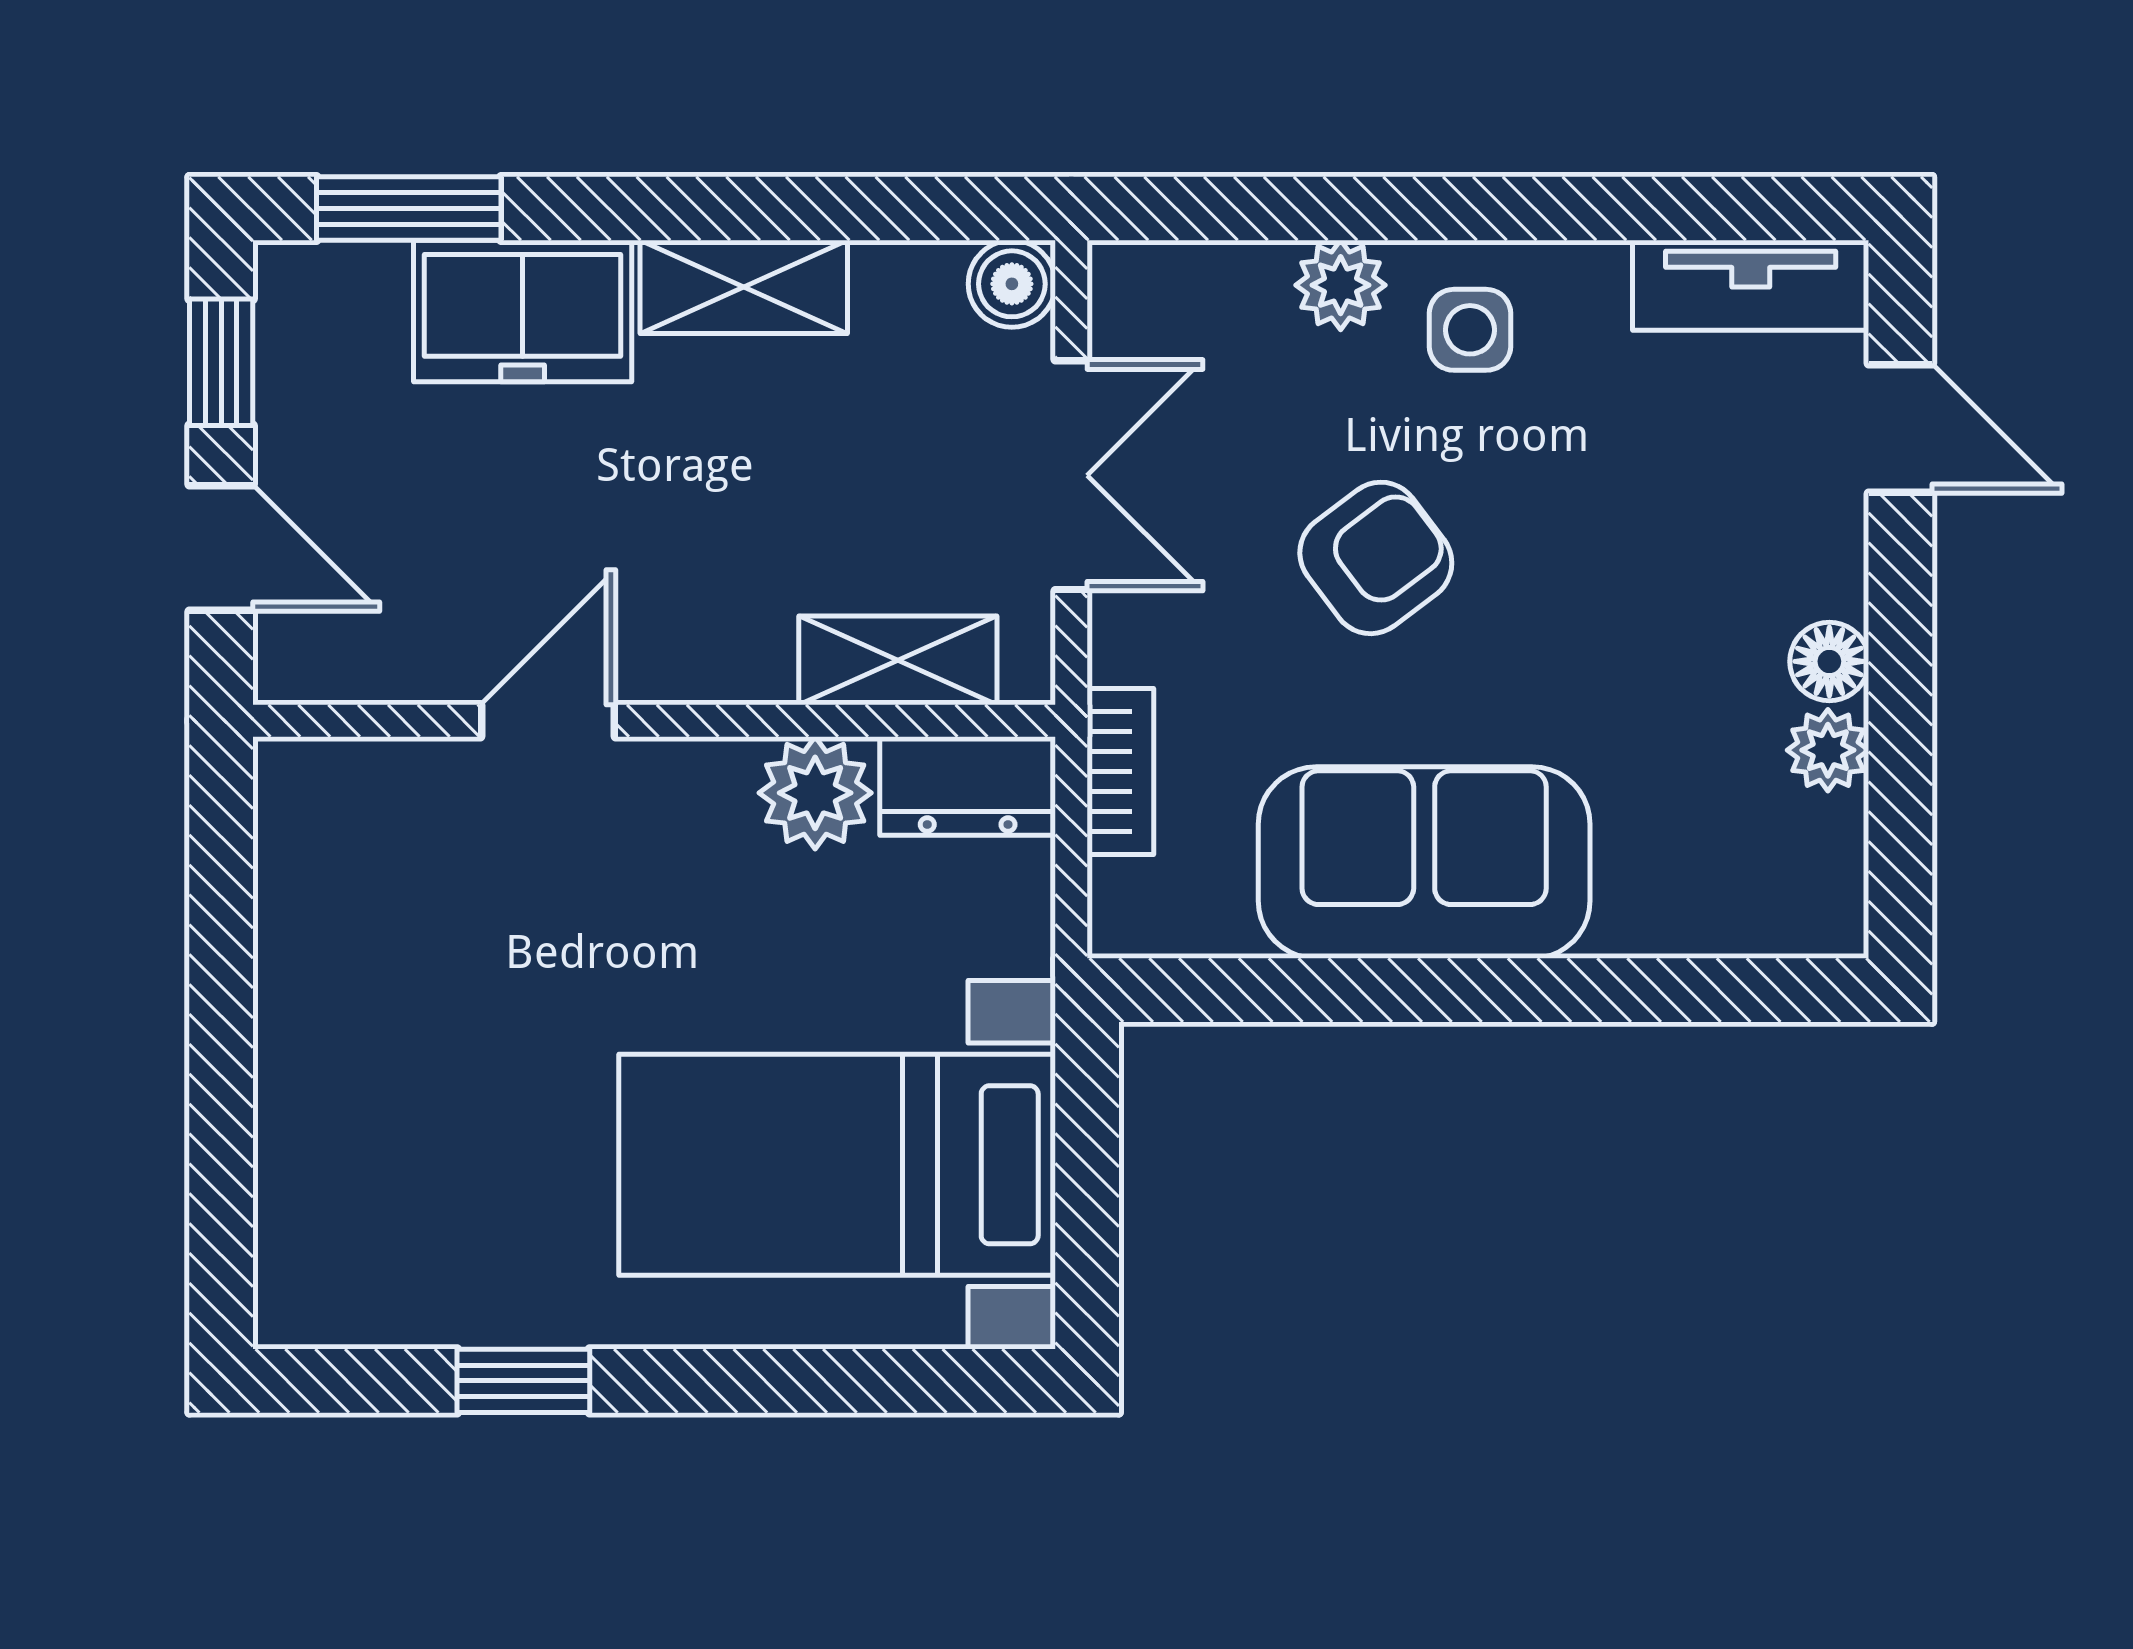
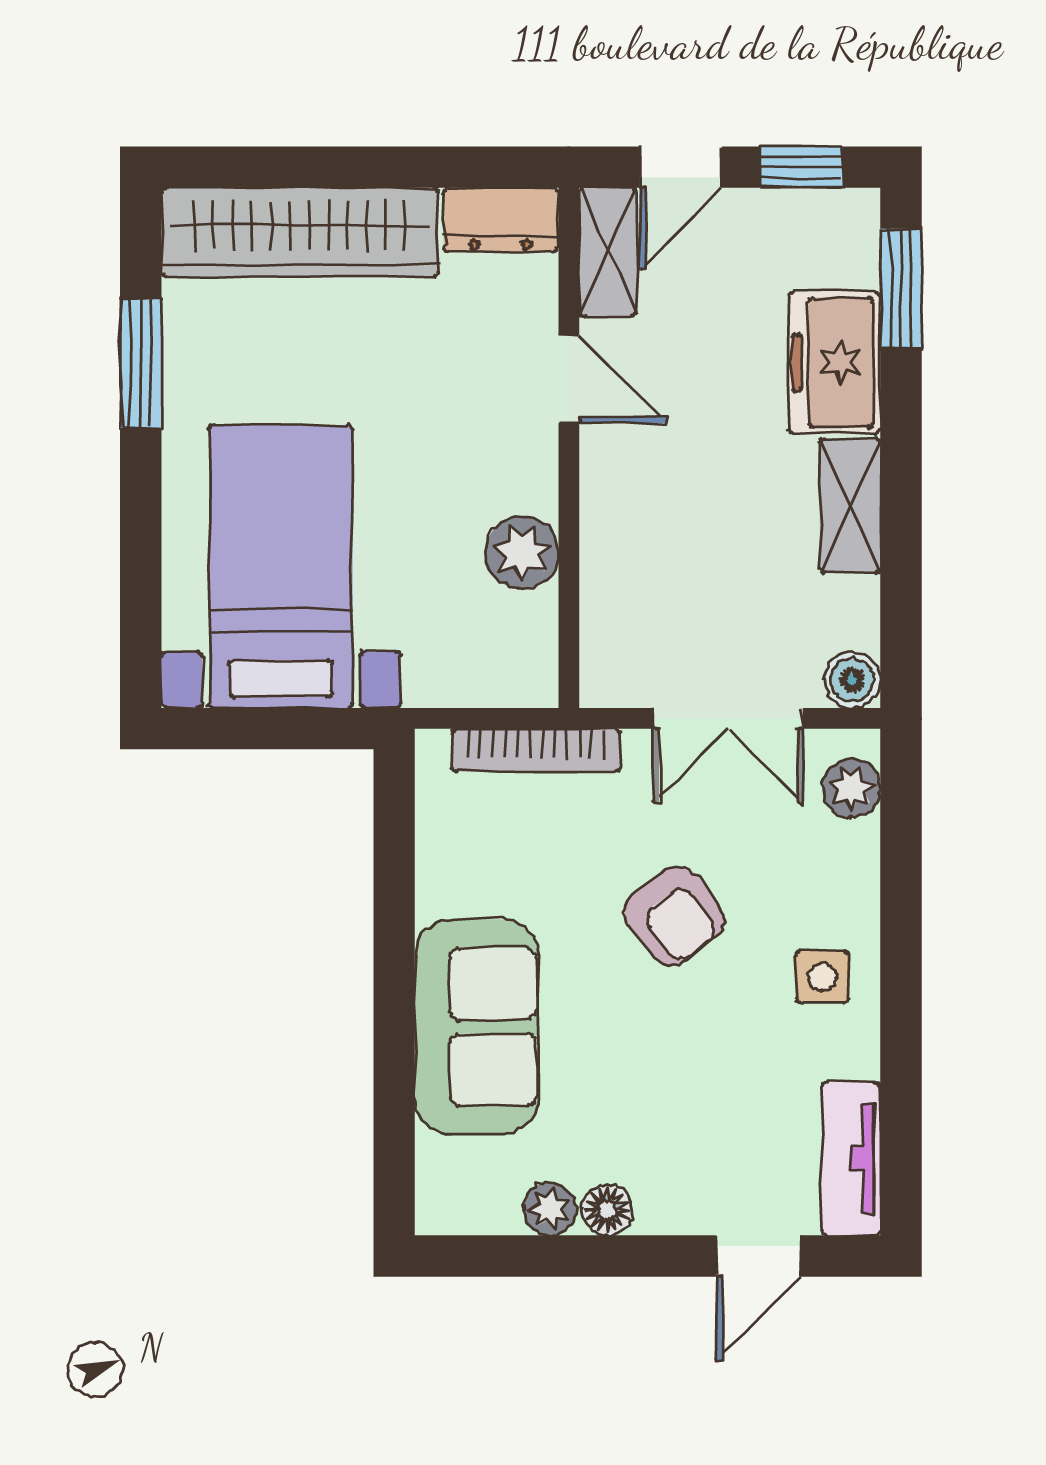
plant: (1341, 285) -> (851, 788), moved
shelving: (898, 660) -> (608, 252), moved
bookcase: (1120, 771) -> (536, 750), width x1.56
dresser: (968, 786) -> (501, 220), moved, turned -90
sofa: (1424, 863) -> (477, 1027), moved
wardrobe: (322, 1136) -> (300, 232), added
window: (523, 1381) -> (141, 363), width x1.50

